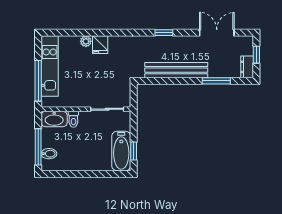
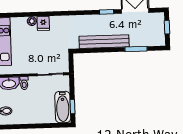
window: (164, 33) -> (107, 12), moved
dresser: (247, 67) -> (160, 37), removed

